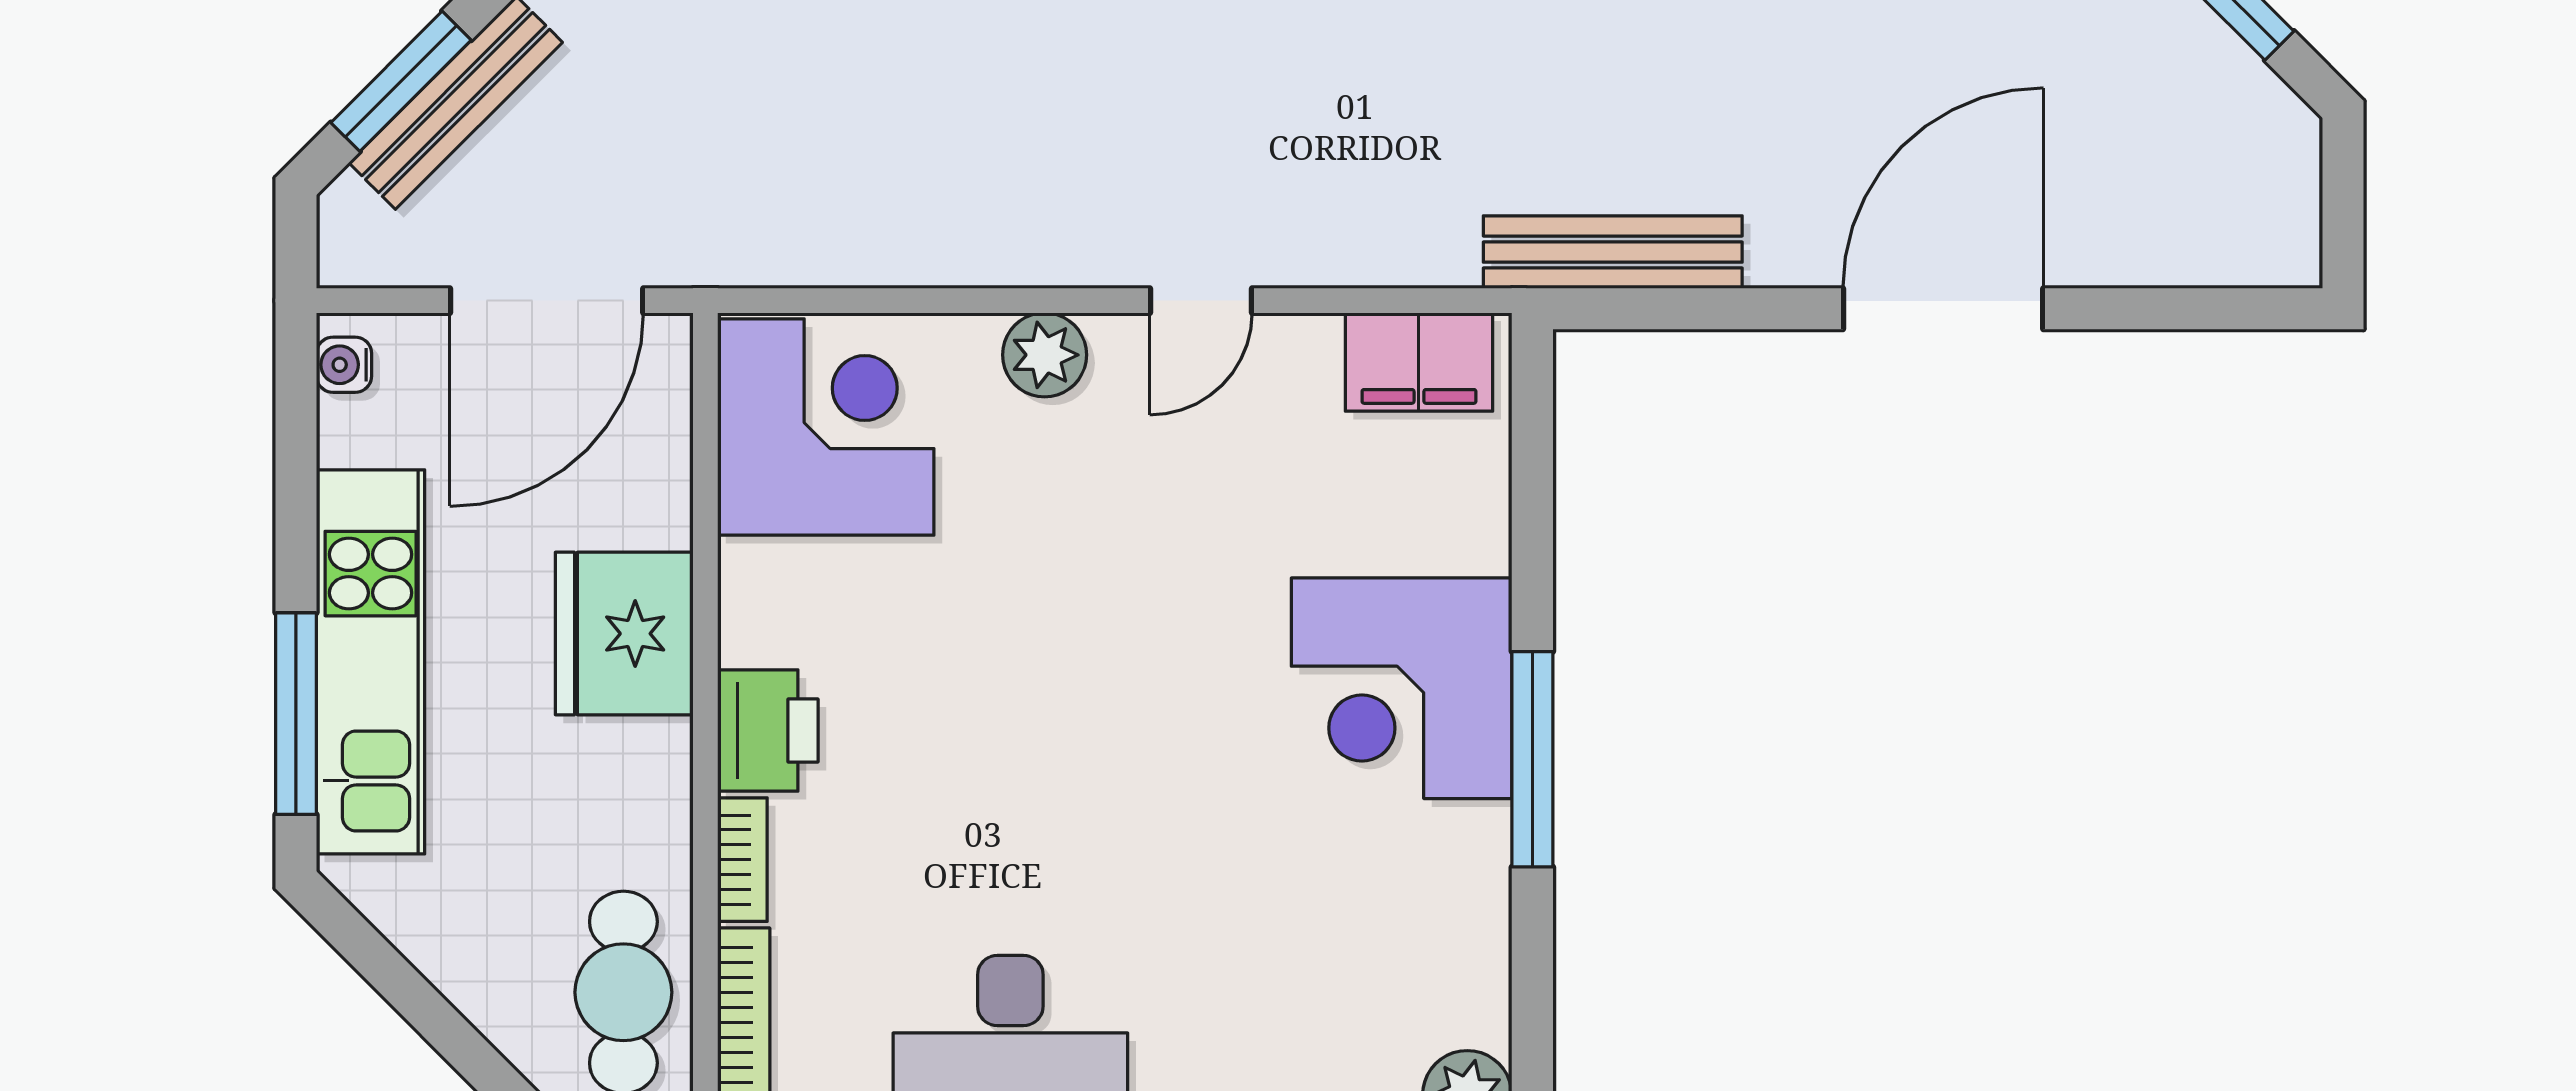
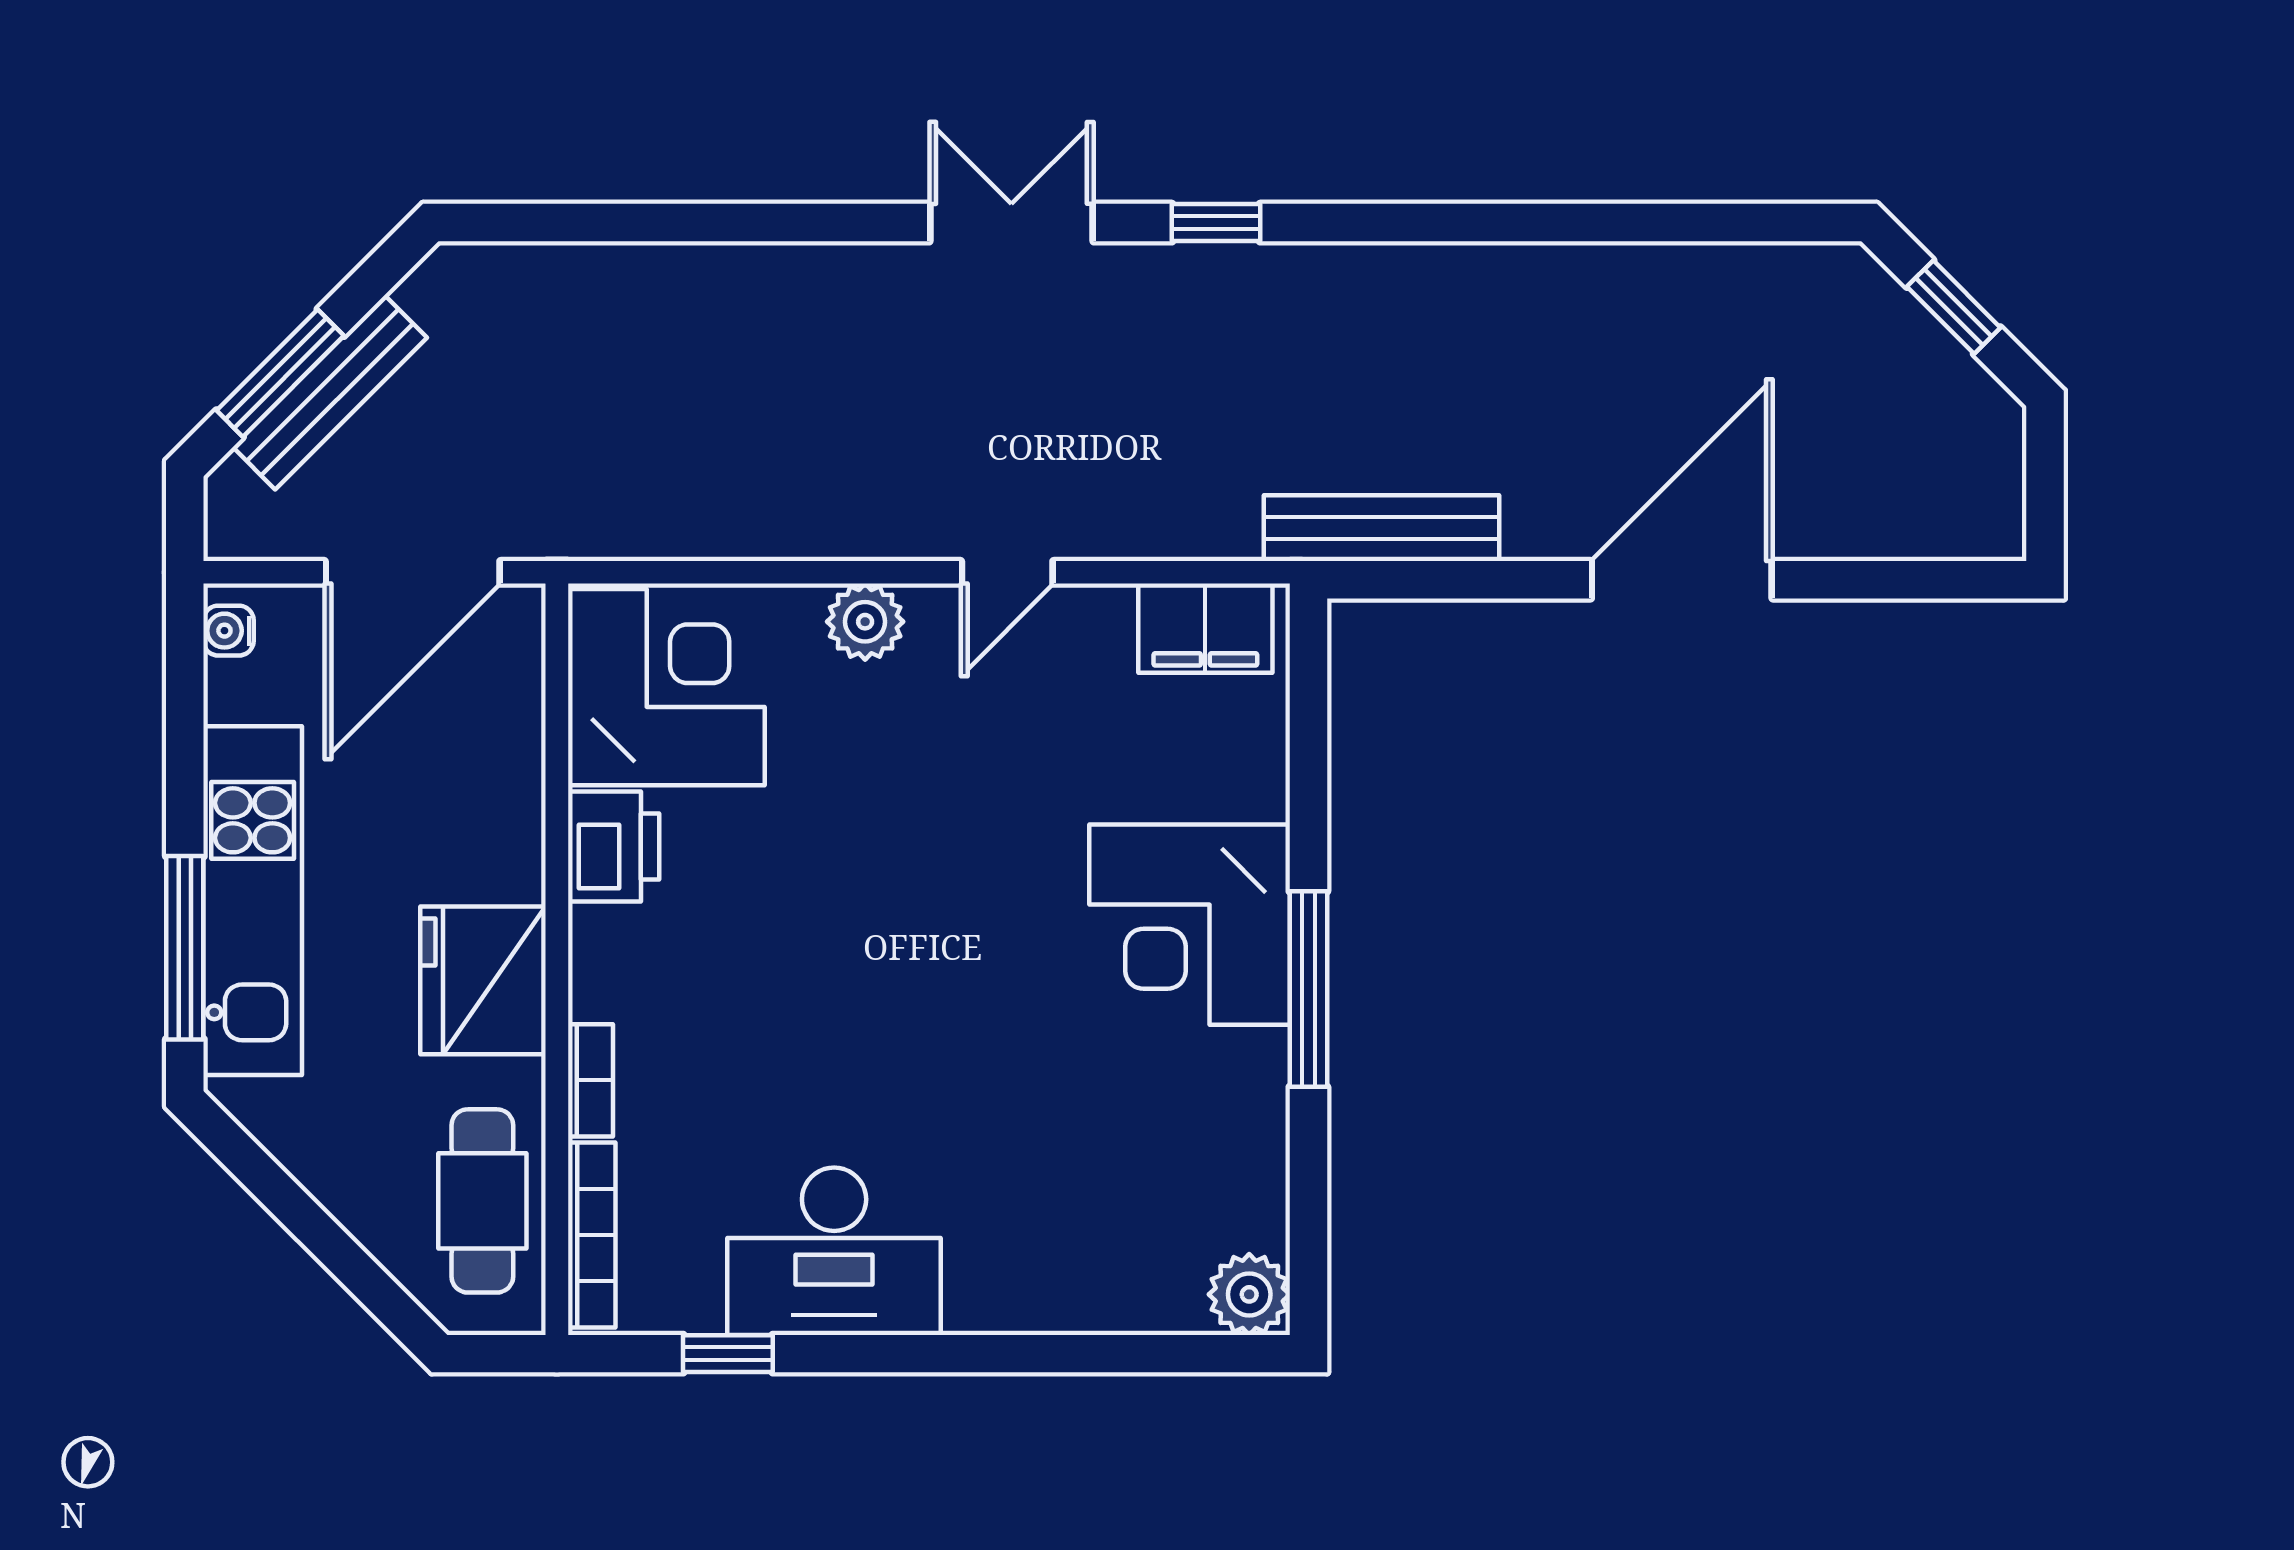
fridge: (624, 634) -> (483, 980), moved
printer: (768, 731) -> (614, 847), moved

